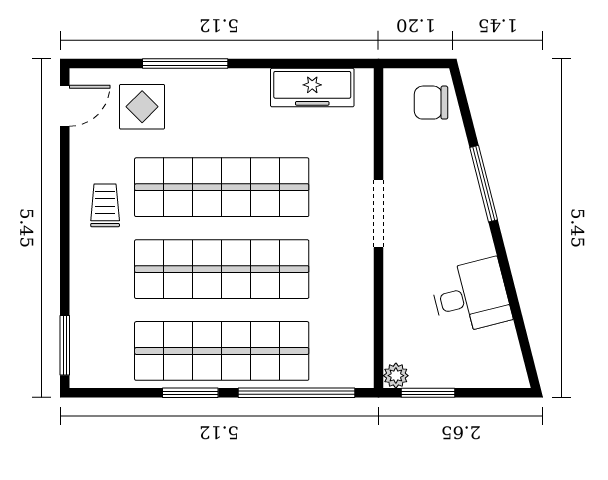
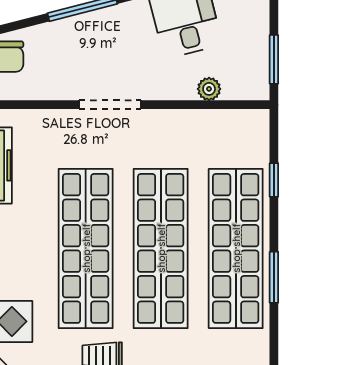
plant: (396, 376) -> (209, 89), moved
window: (296, 393) -> (274, 180), width x0.32

